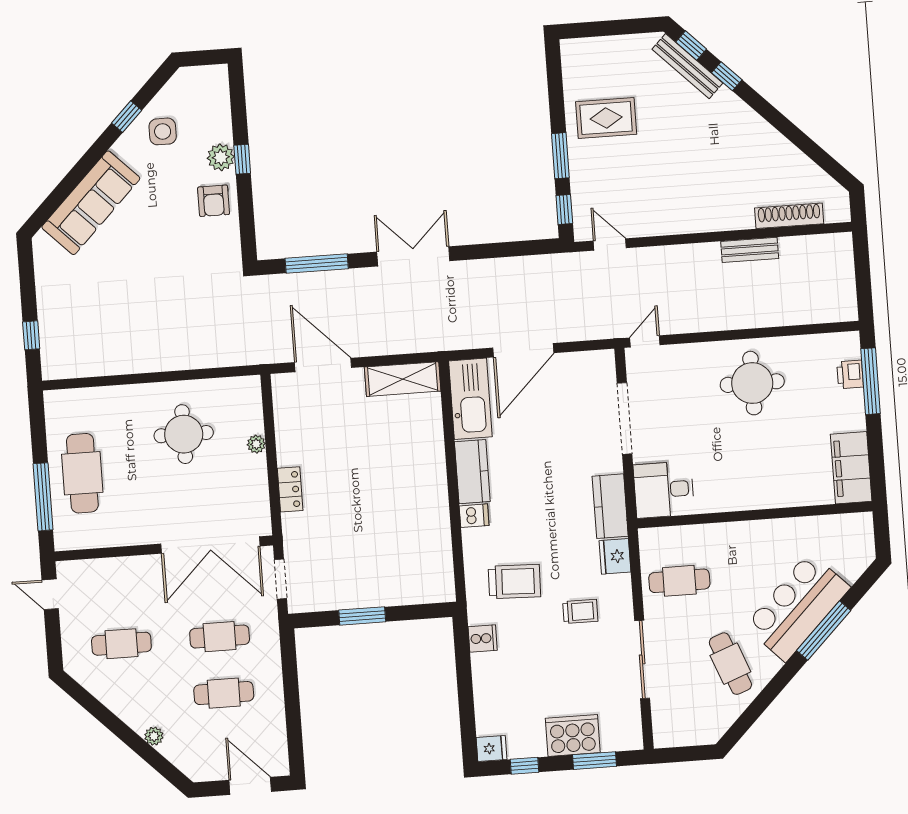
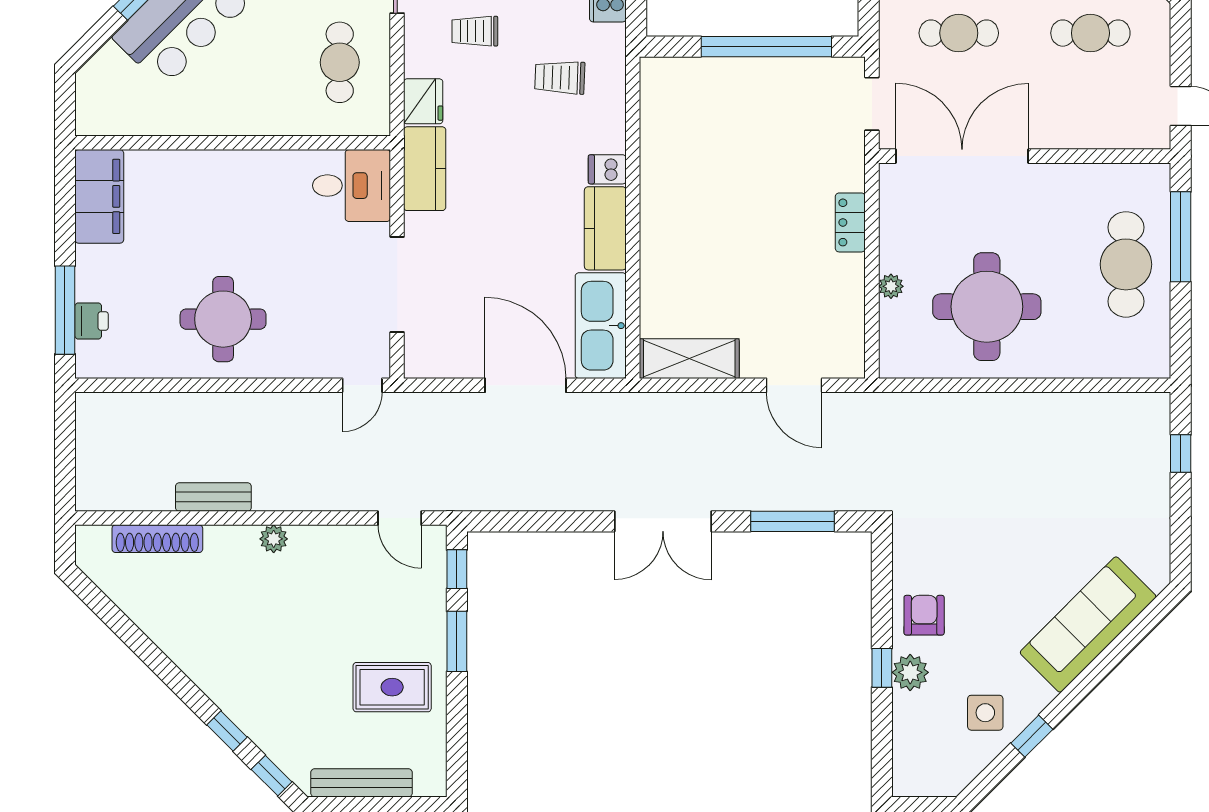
bench: (687, 66) -> (361, 783), moved, turned -45
plant: (702, 222) -> (274, 539), added
door: (523, 350) -> (525, 385), hinge flipped
door: (323, 365) -> (794, 385), width x0.73
round table: (184, 434) -> (987, 307), width x1.36, depth x1.36
cafe table: (679, 581) -> (340, 62), turned 90
trolley: (514, 582) -> (560, 78), width x0.73, depth x0.72
window: (362, 616) -> (766, 47), width x2.11

